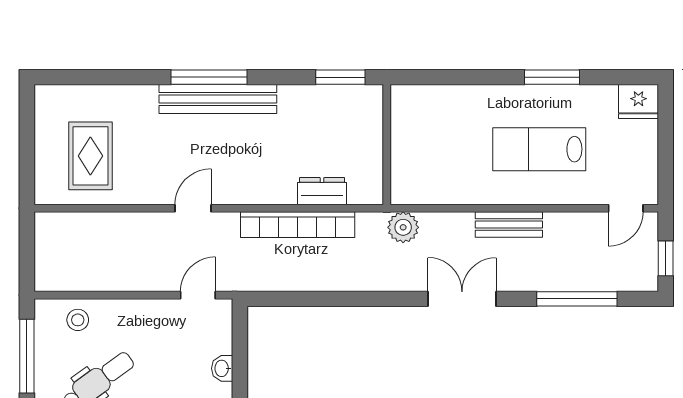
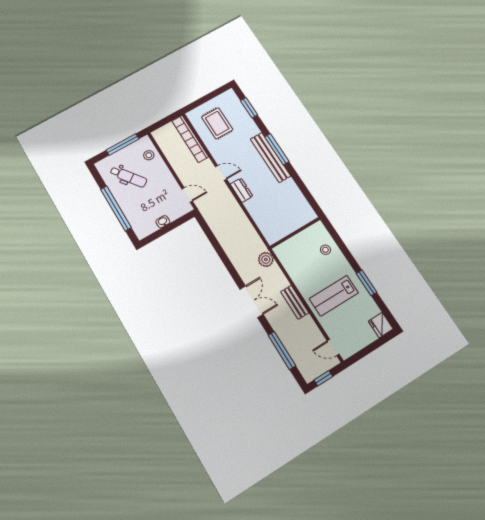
window: (340, 77) -> (249, 108), moved
stool: (450, 110) -> (325, 250), added
lab bench: (539, 149) -> (334, 296), turned -90
rug: (90, 156) -> (217, 123), turned 90
dresser: (322, 191) -> (242, 190), moved
bookcase: (298, 225) -> (190, 139), moved

